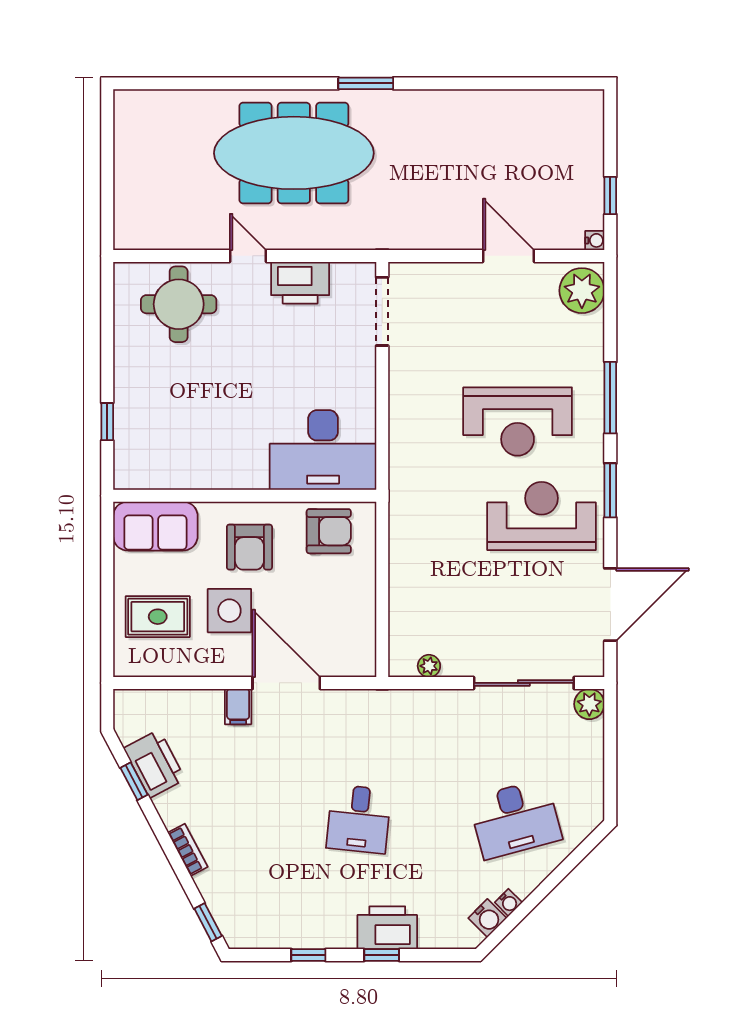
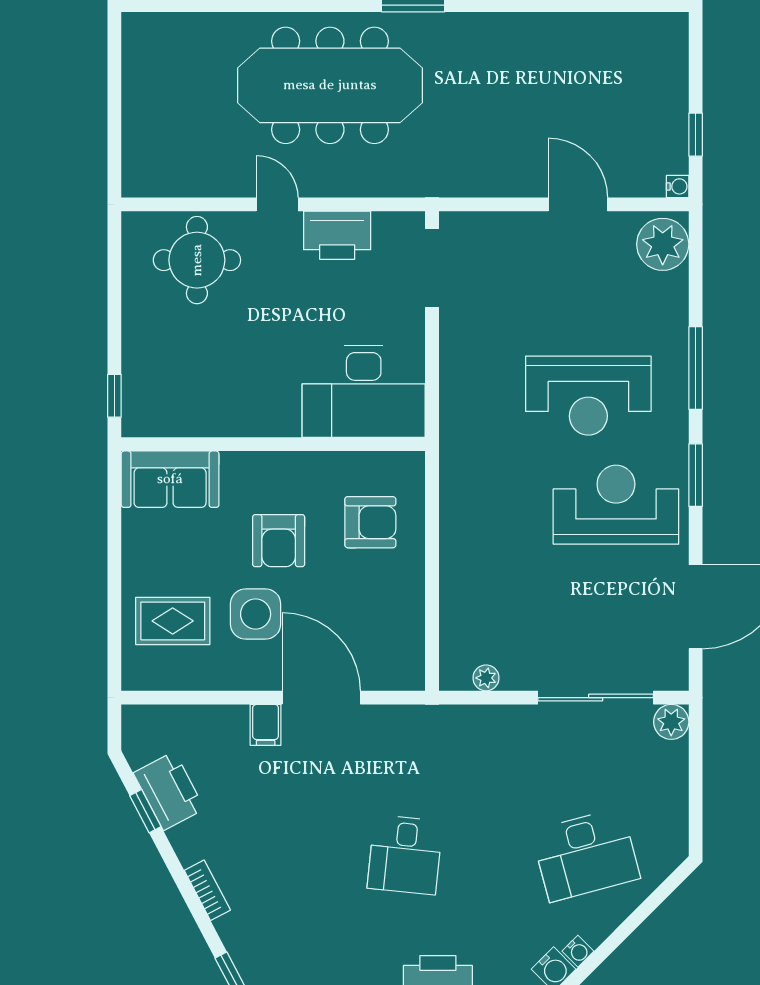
desk: (323, 450) -> (364, 391), moved
wall: (245, 496) -> (273, 444), moved
sofa: (155, 526) -> (170, 479), moved

